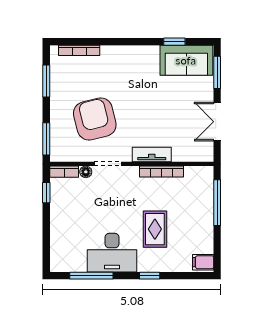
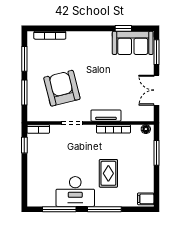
window: (46, 139) -> (24, 93), moved
floor lamp: (86, 172) -> (146, 129), moved
window: (217, 203) -> (156, 153), width x0.69
window: (150, 276) -> (104, 209), width x2.17

